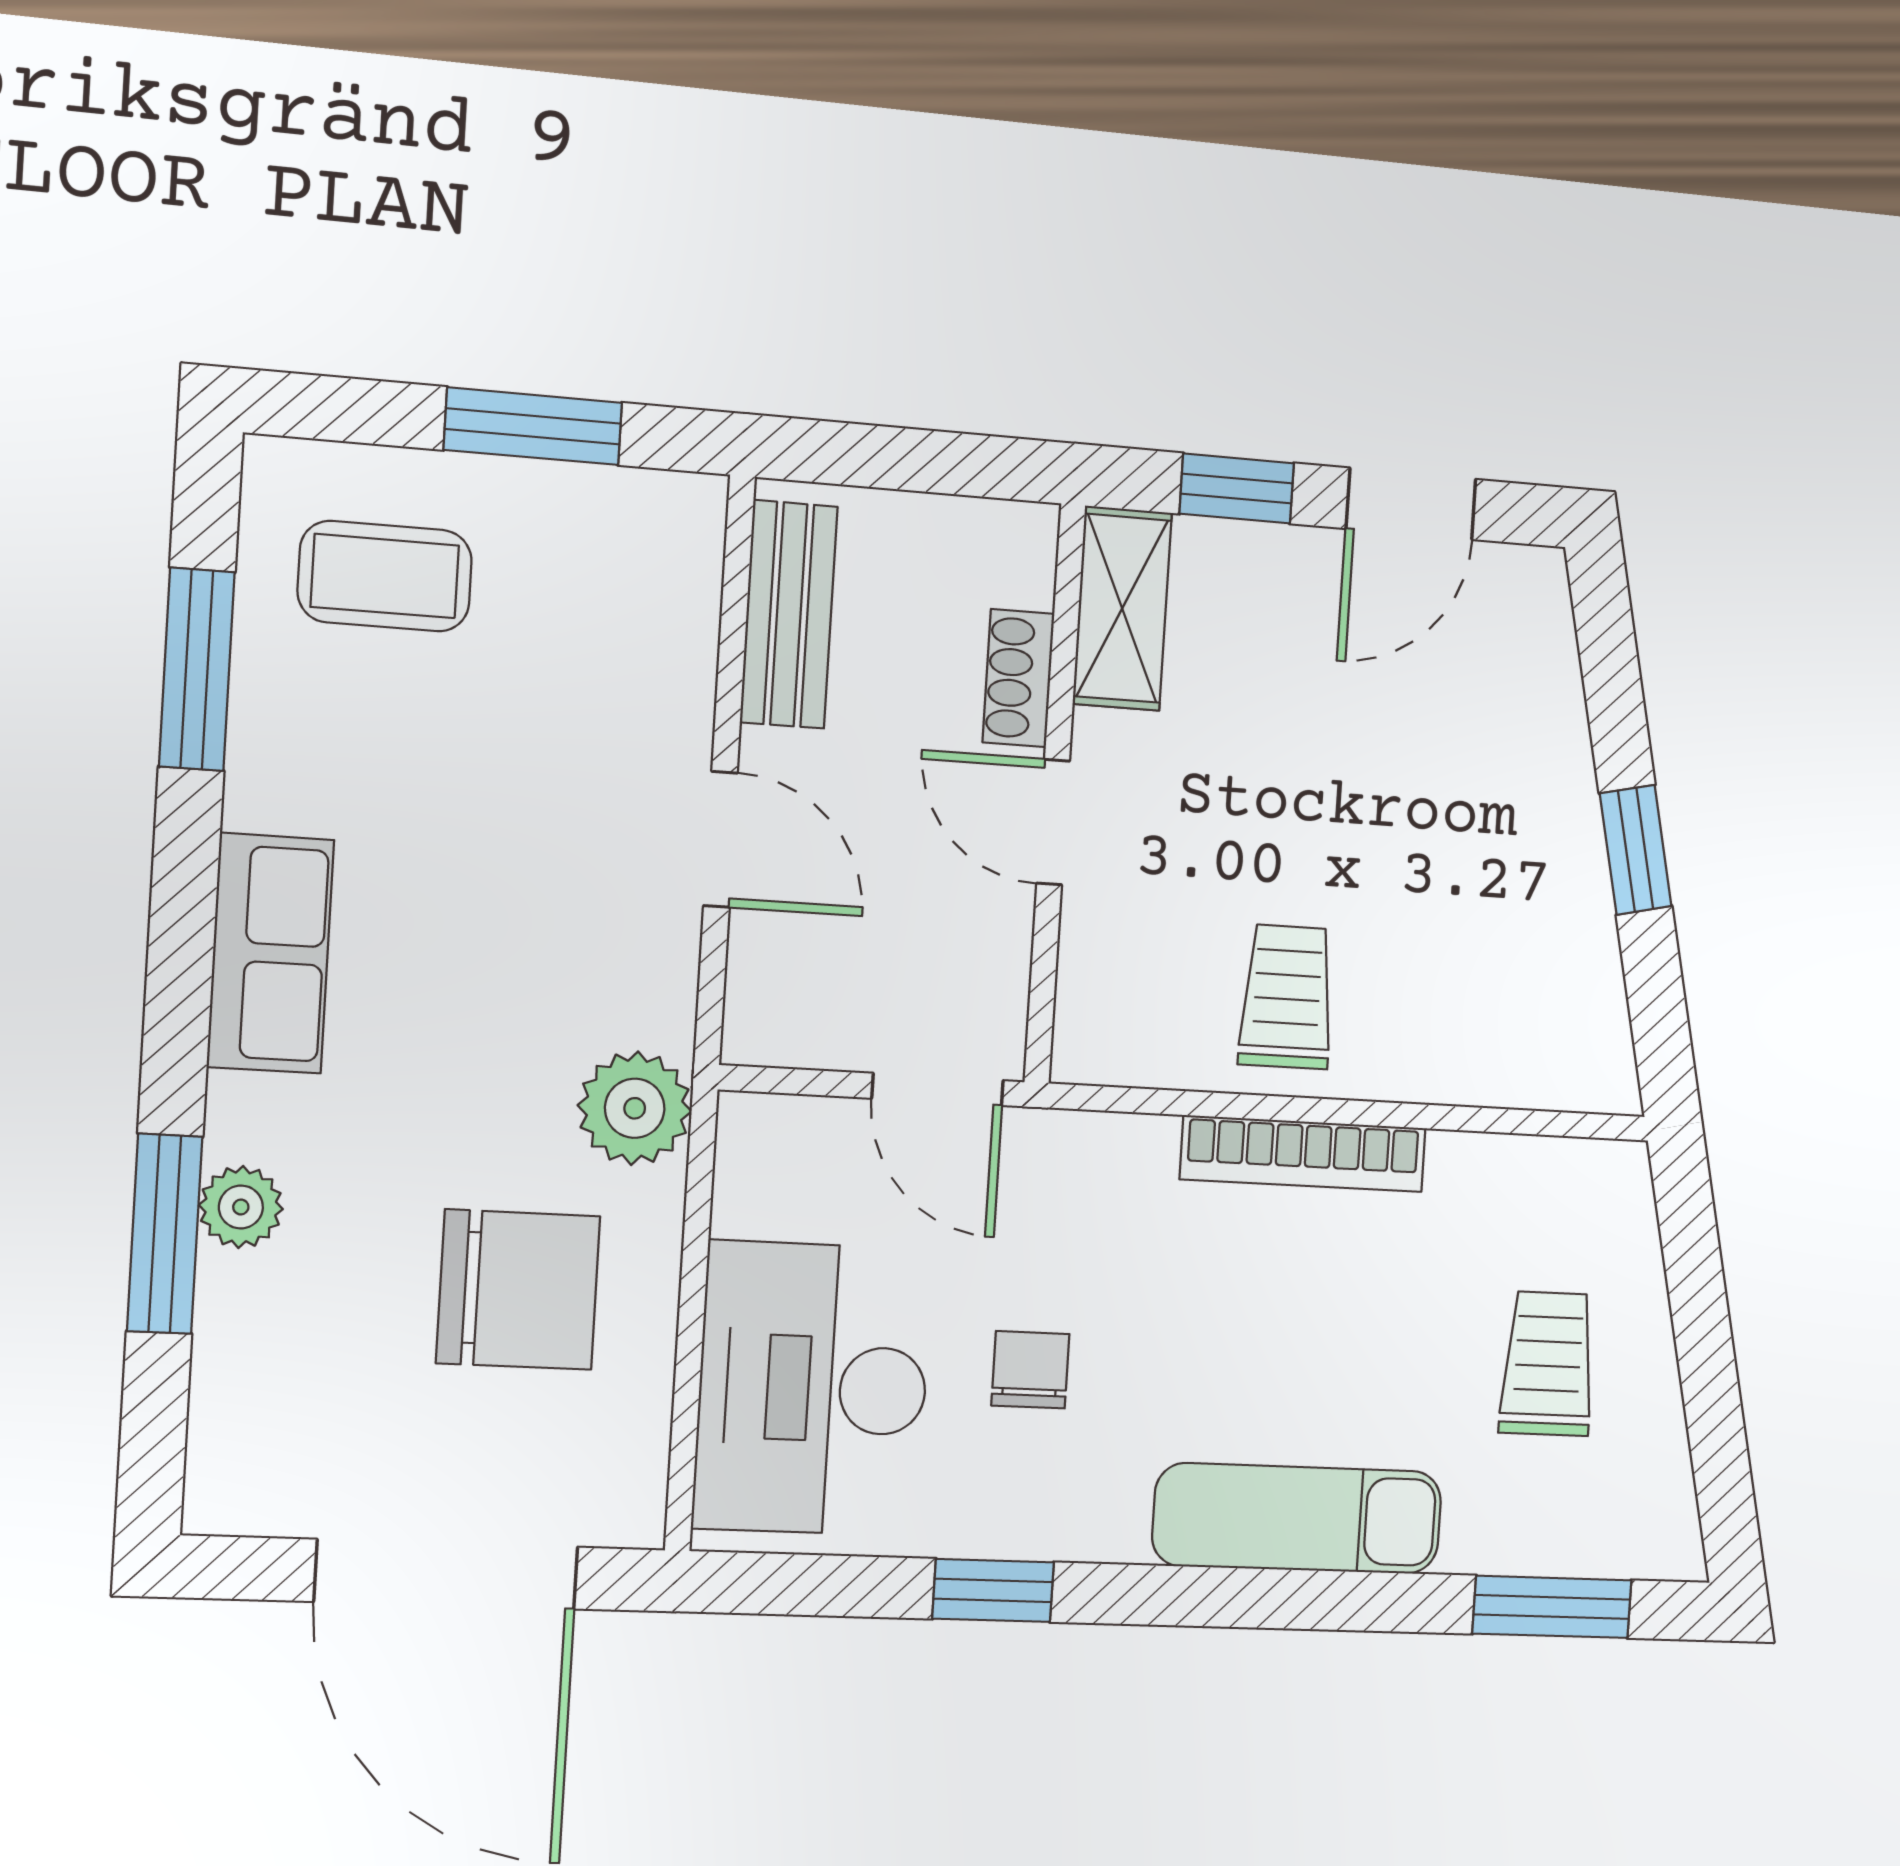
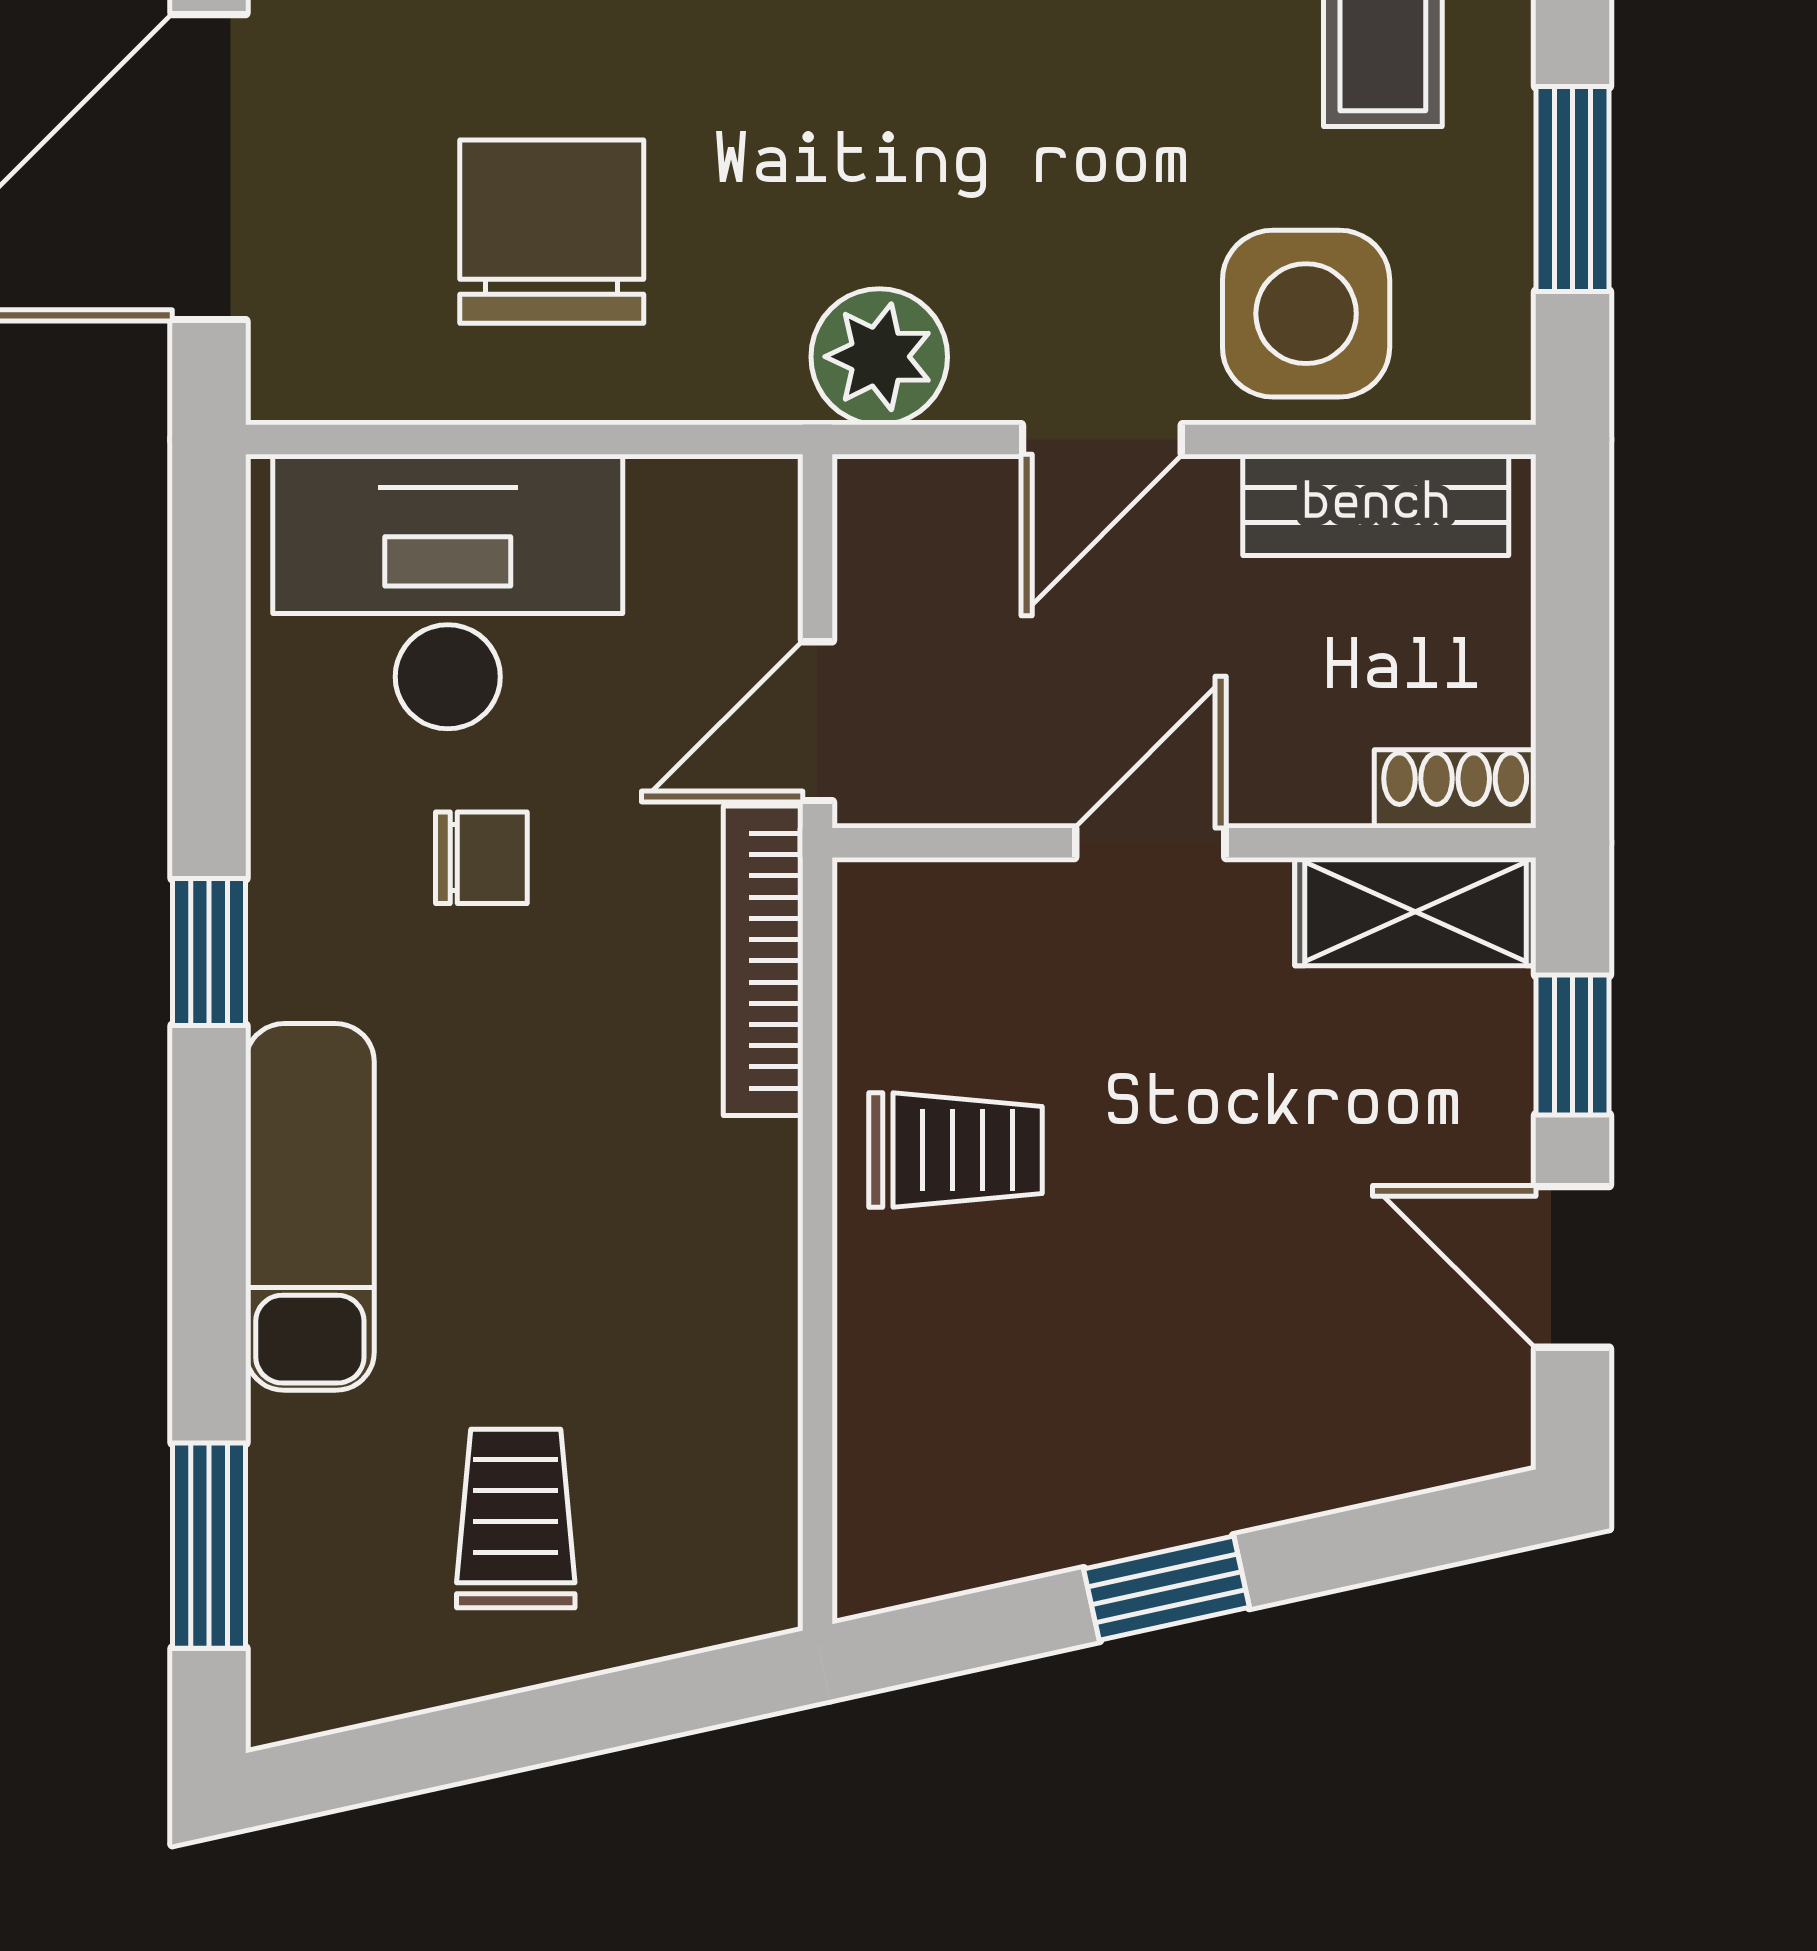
side table: (625, 660) -> (1306, 314), added
shoe rack: (1018, 678) -> (1455, 789), moved
plant: (635, 1108) -> (879, 357), moved
bookcase: (1303, 1154) -> (763, 961), moved
chair: (518, 1290) -> (552, 232), turned 180
trolley: (1548, 1364) -> (516, 1519), turned -90
window: (993, 1590) -> (209, 952), moved

